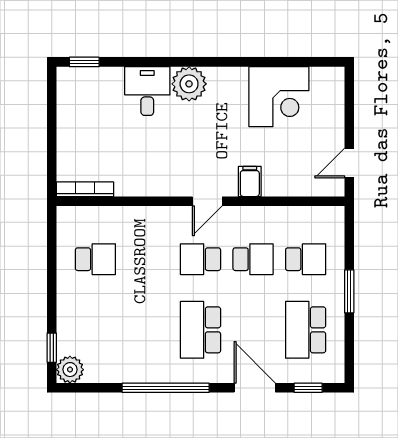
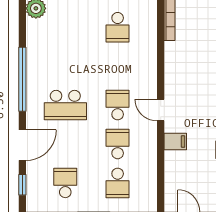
school desk: (253, 259) -> (118, 144), turned 180
school desk: (201, 330) -> (65, 105), turned 180
school desk: (306, 330) -> (65, 183), width x0.54

